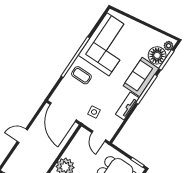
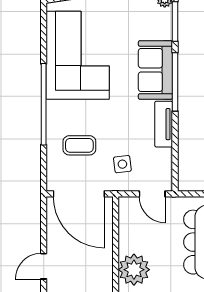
floor lamp: (157, 55) -> (158, 24), removed
coffee table: (81, 75) -> (79, 145), moved

